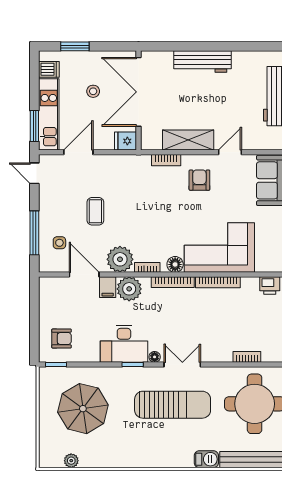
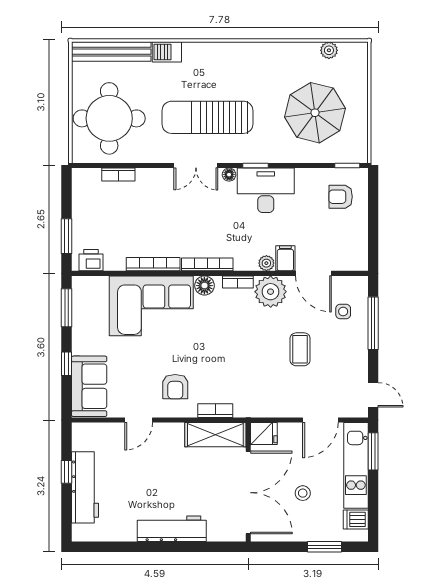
shelving: (188, 140) -> (215, 435), moved
plant: (129, 289) -> (266, 263), width x0.53, depth x0.53

